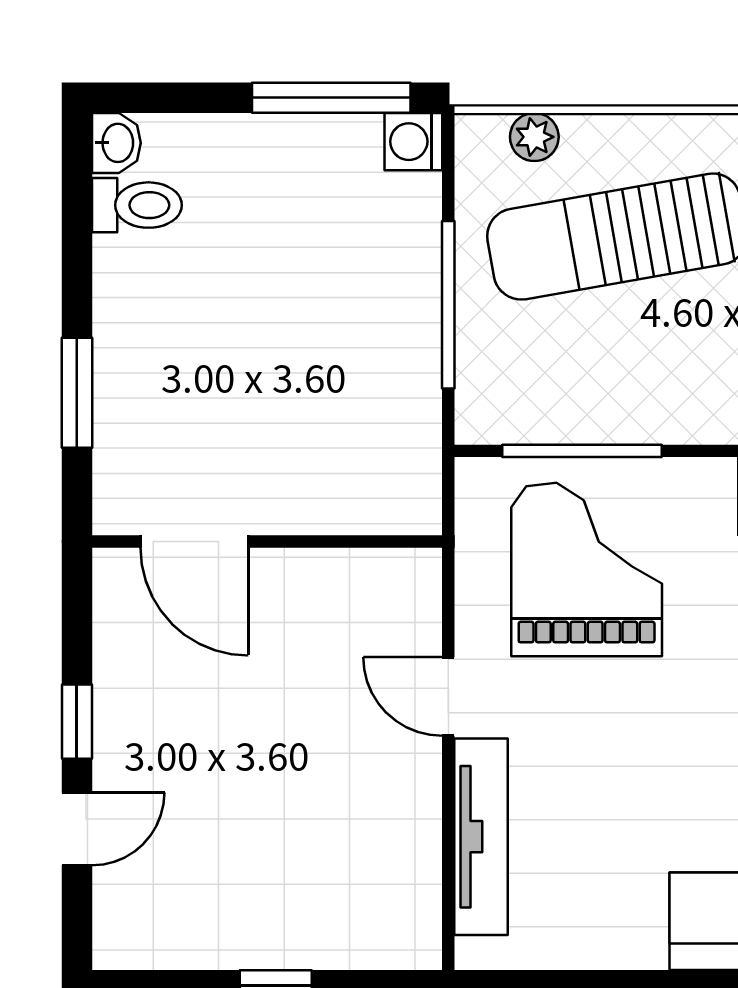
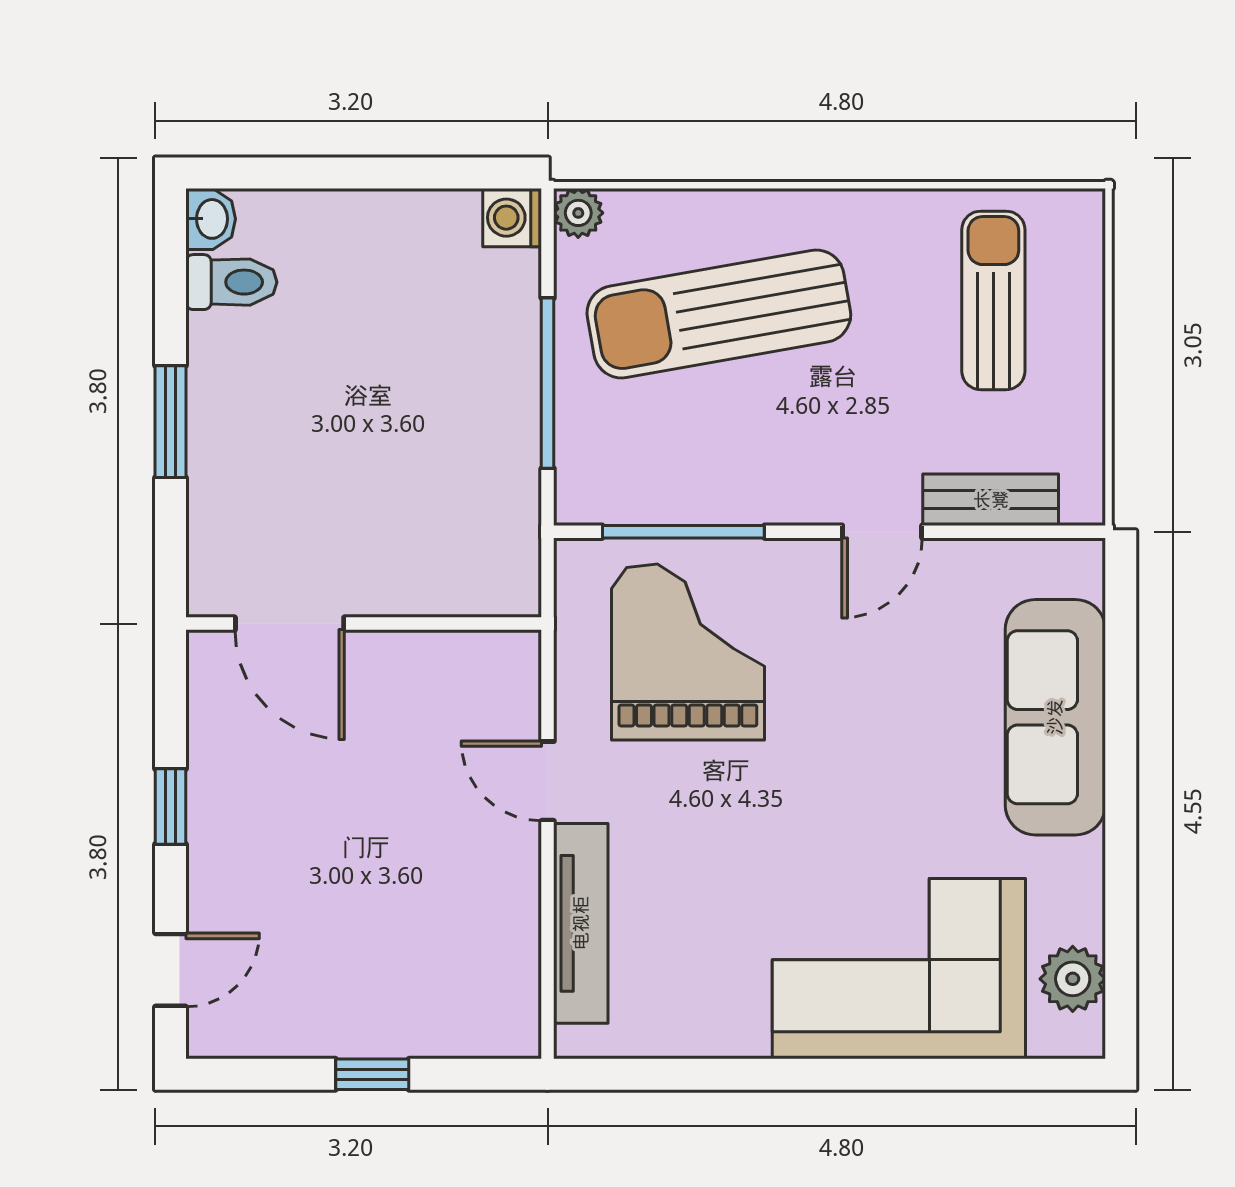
window: (331, 98) -> (429, 173), removed
plant: (534, 137) -> (578, 213), moved
window: (77, 393) -> (170, 422), moved
door: (77, 829) -> (170, 970), moved

